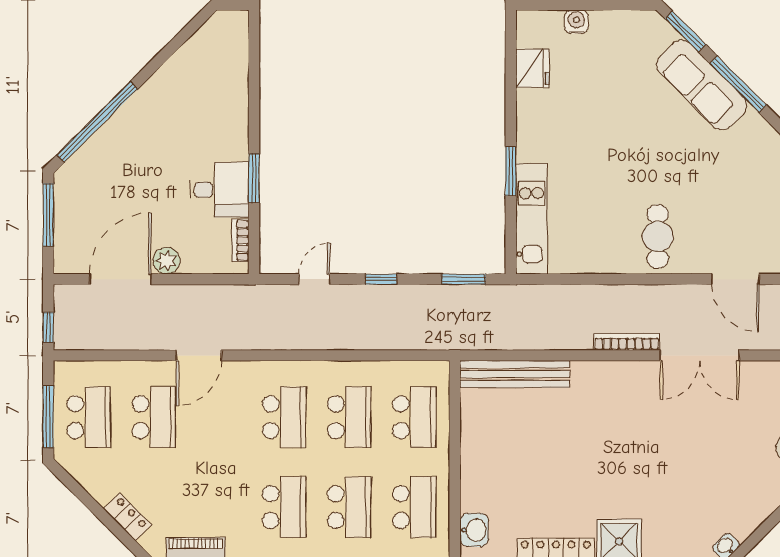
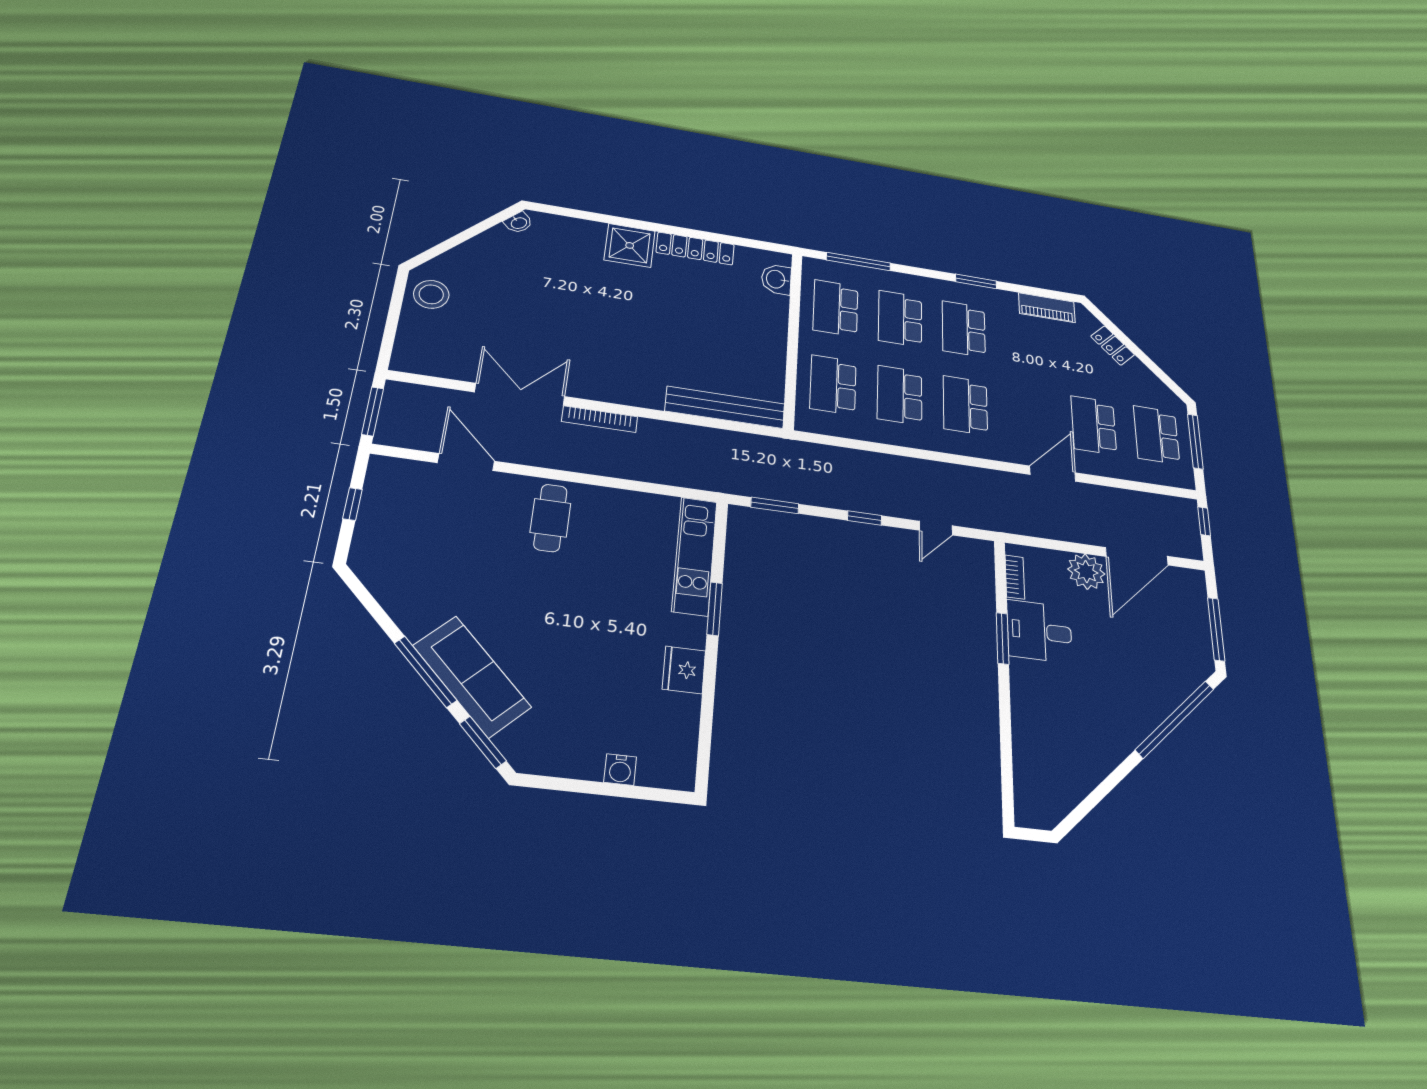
fridge: (532, 68) -> (684, 670), moved
plant: (167, 261) -> (1086, 572), width x1.36, depth x1.36

